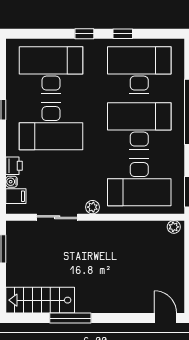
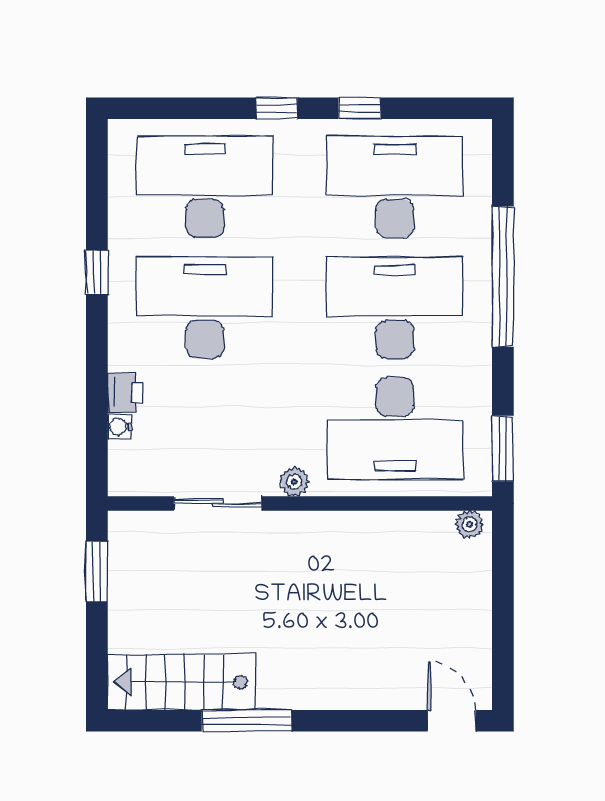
desk: (51, 126) -> (205, 308), turned 180
filing cabinet: (16, 196) -> (129, 458), removed

